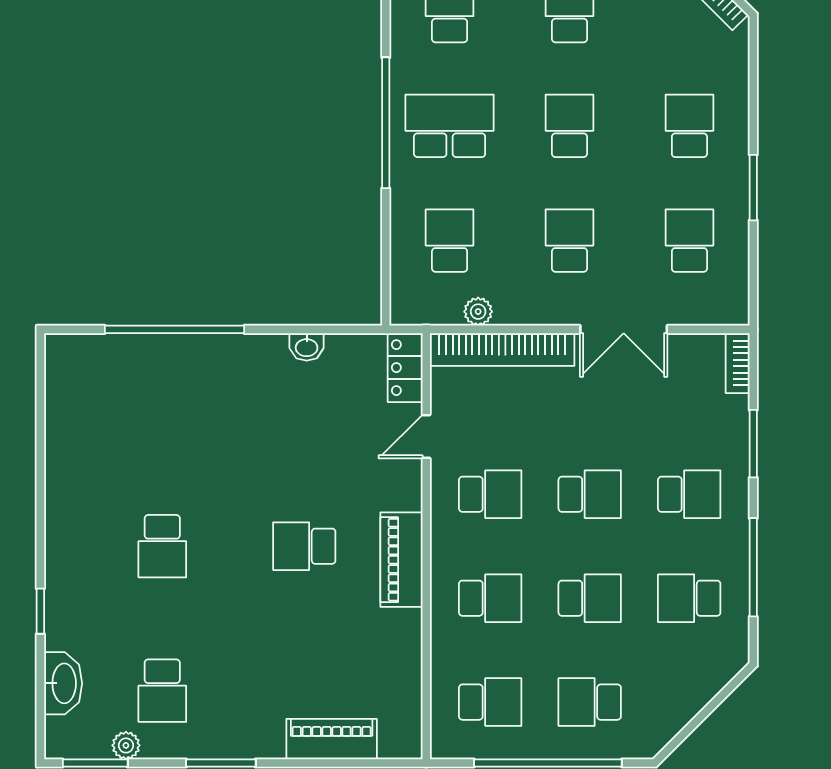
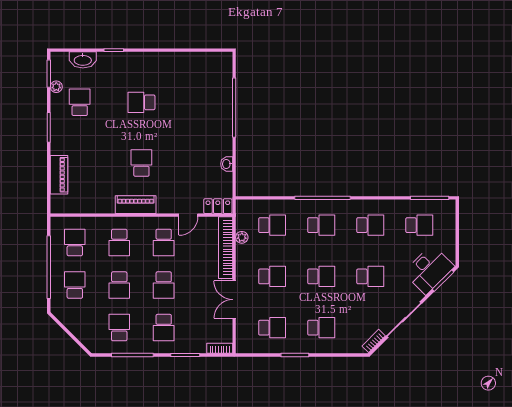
school desk: (450, 126) -> (321, 225), width x0.54
door: (426, 436) -> (188, 215), swing flipped
school desk: (162, 691) -> (80, 102), turned 90
school desk: (490, 702) -> (75, 243), turned 180

